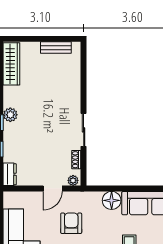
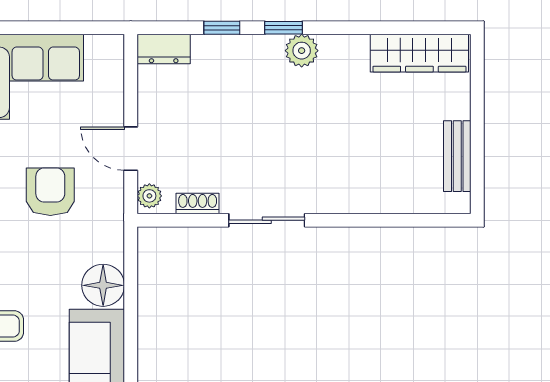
armchair: (71, 223) -> (50, 192), turned -90

